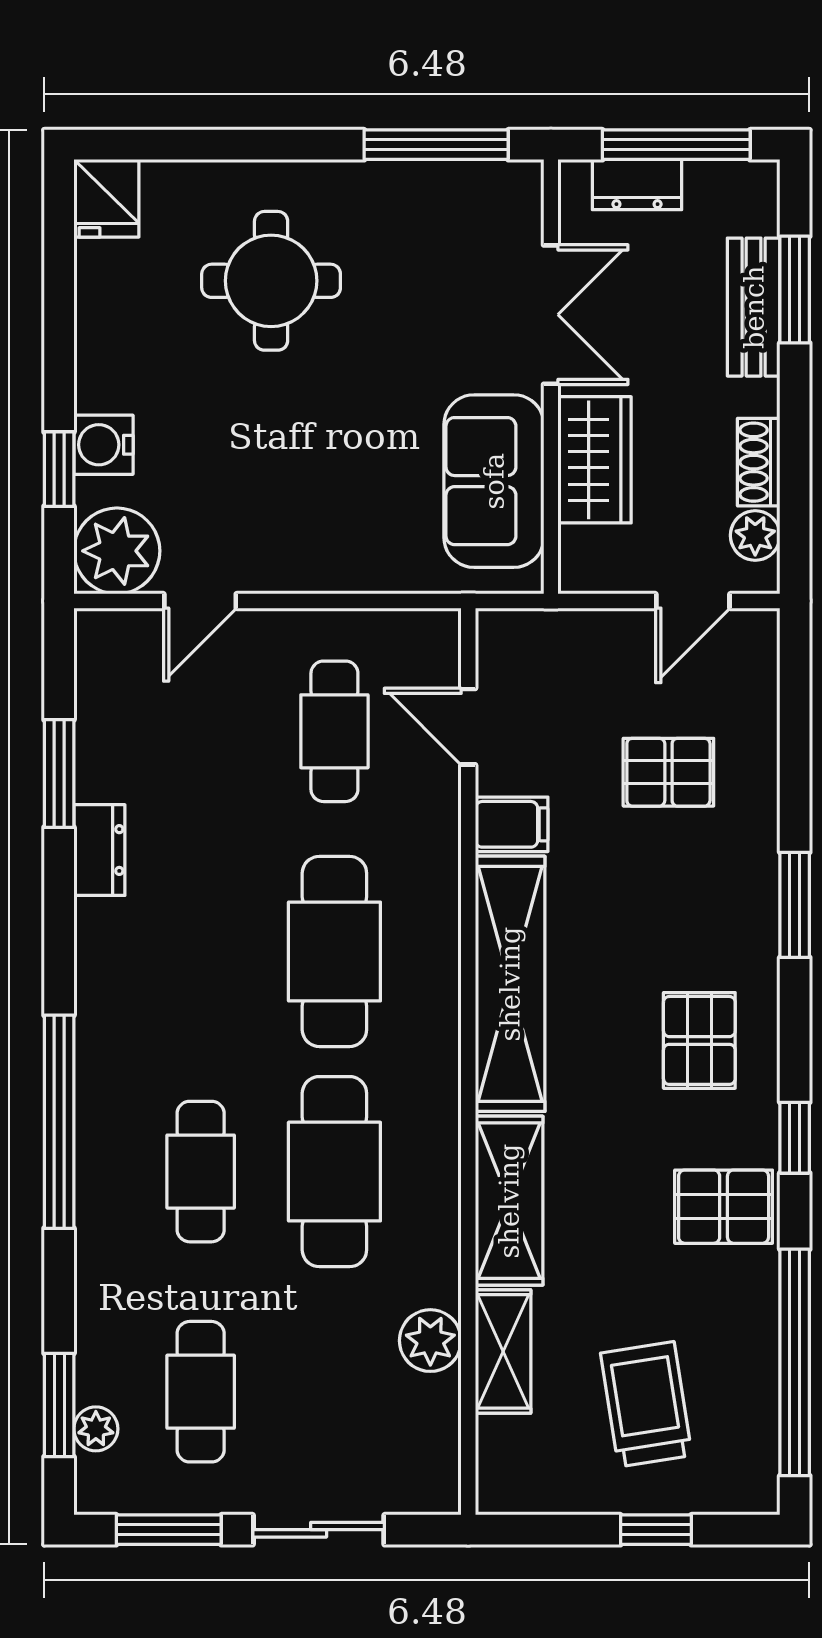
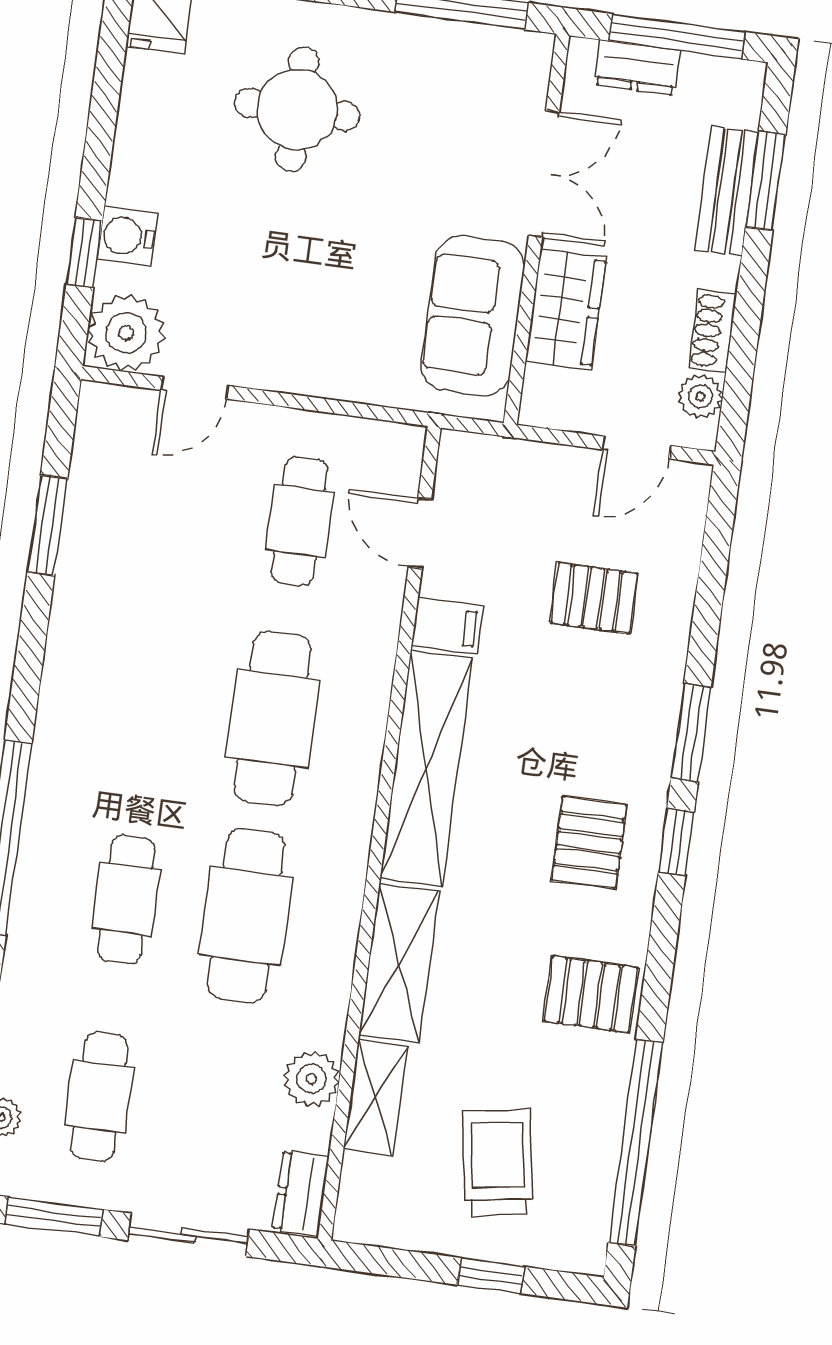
dresser: (99, 850) -> (301, 1193), moved, turned 180
window: (795, 1138) -> (676, 842), moved

